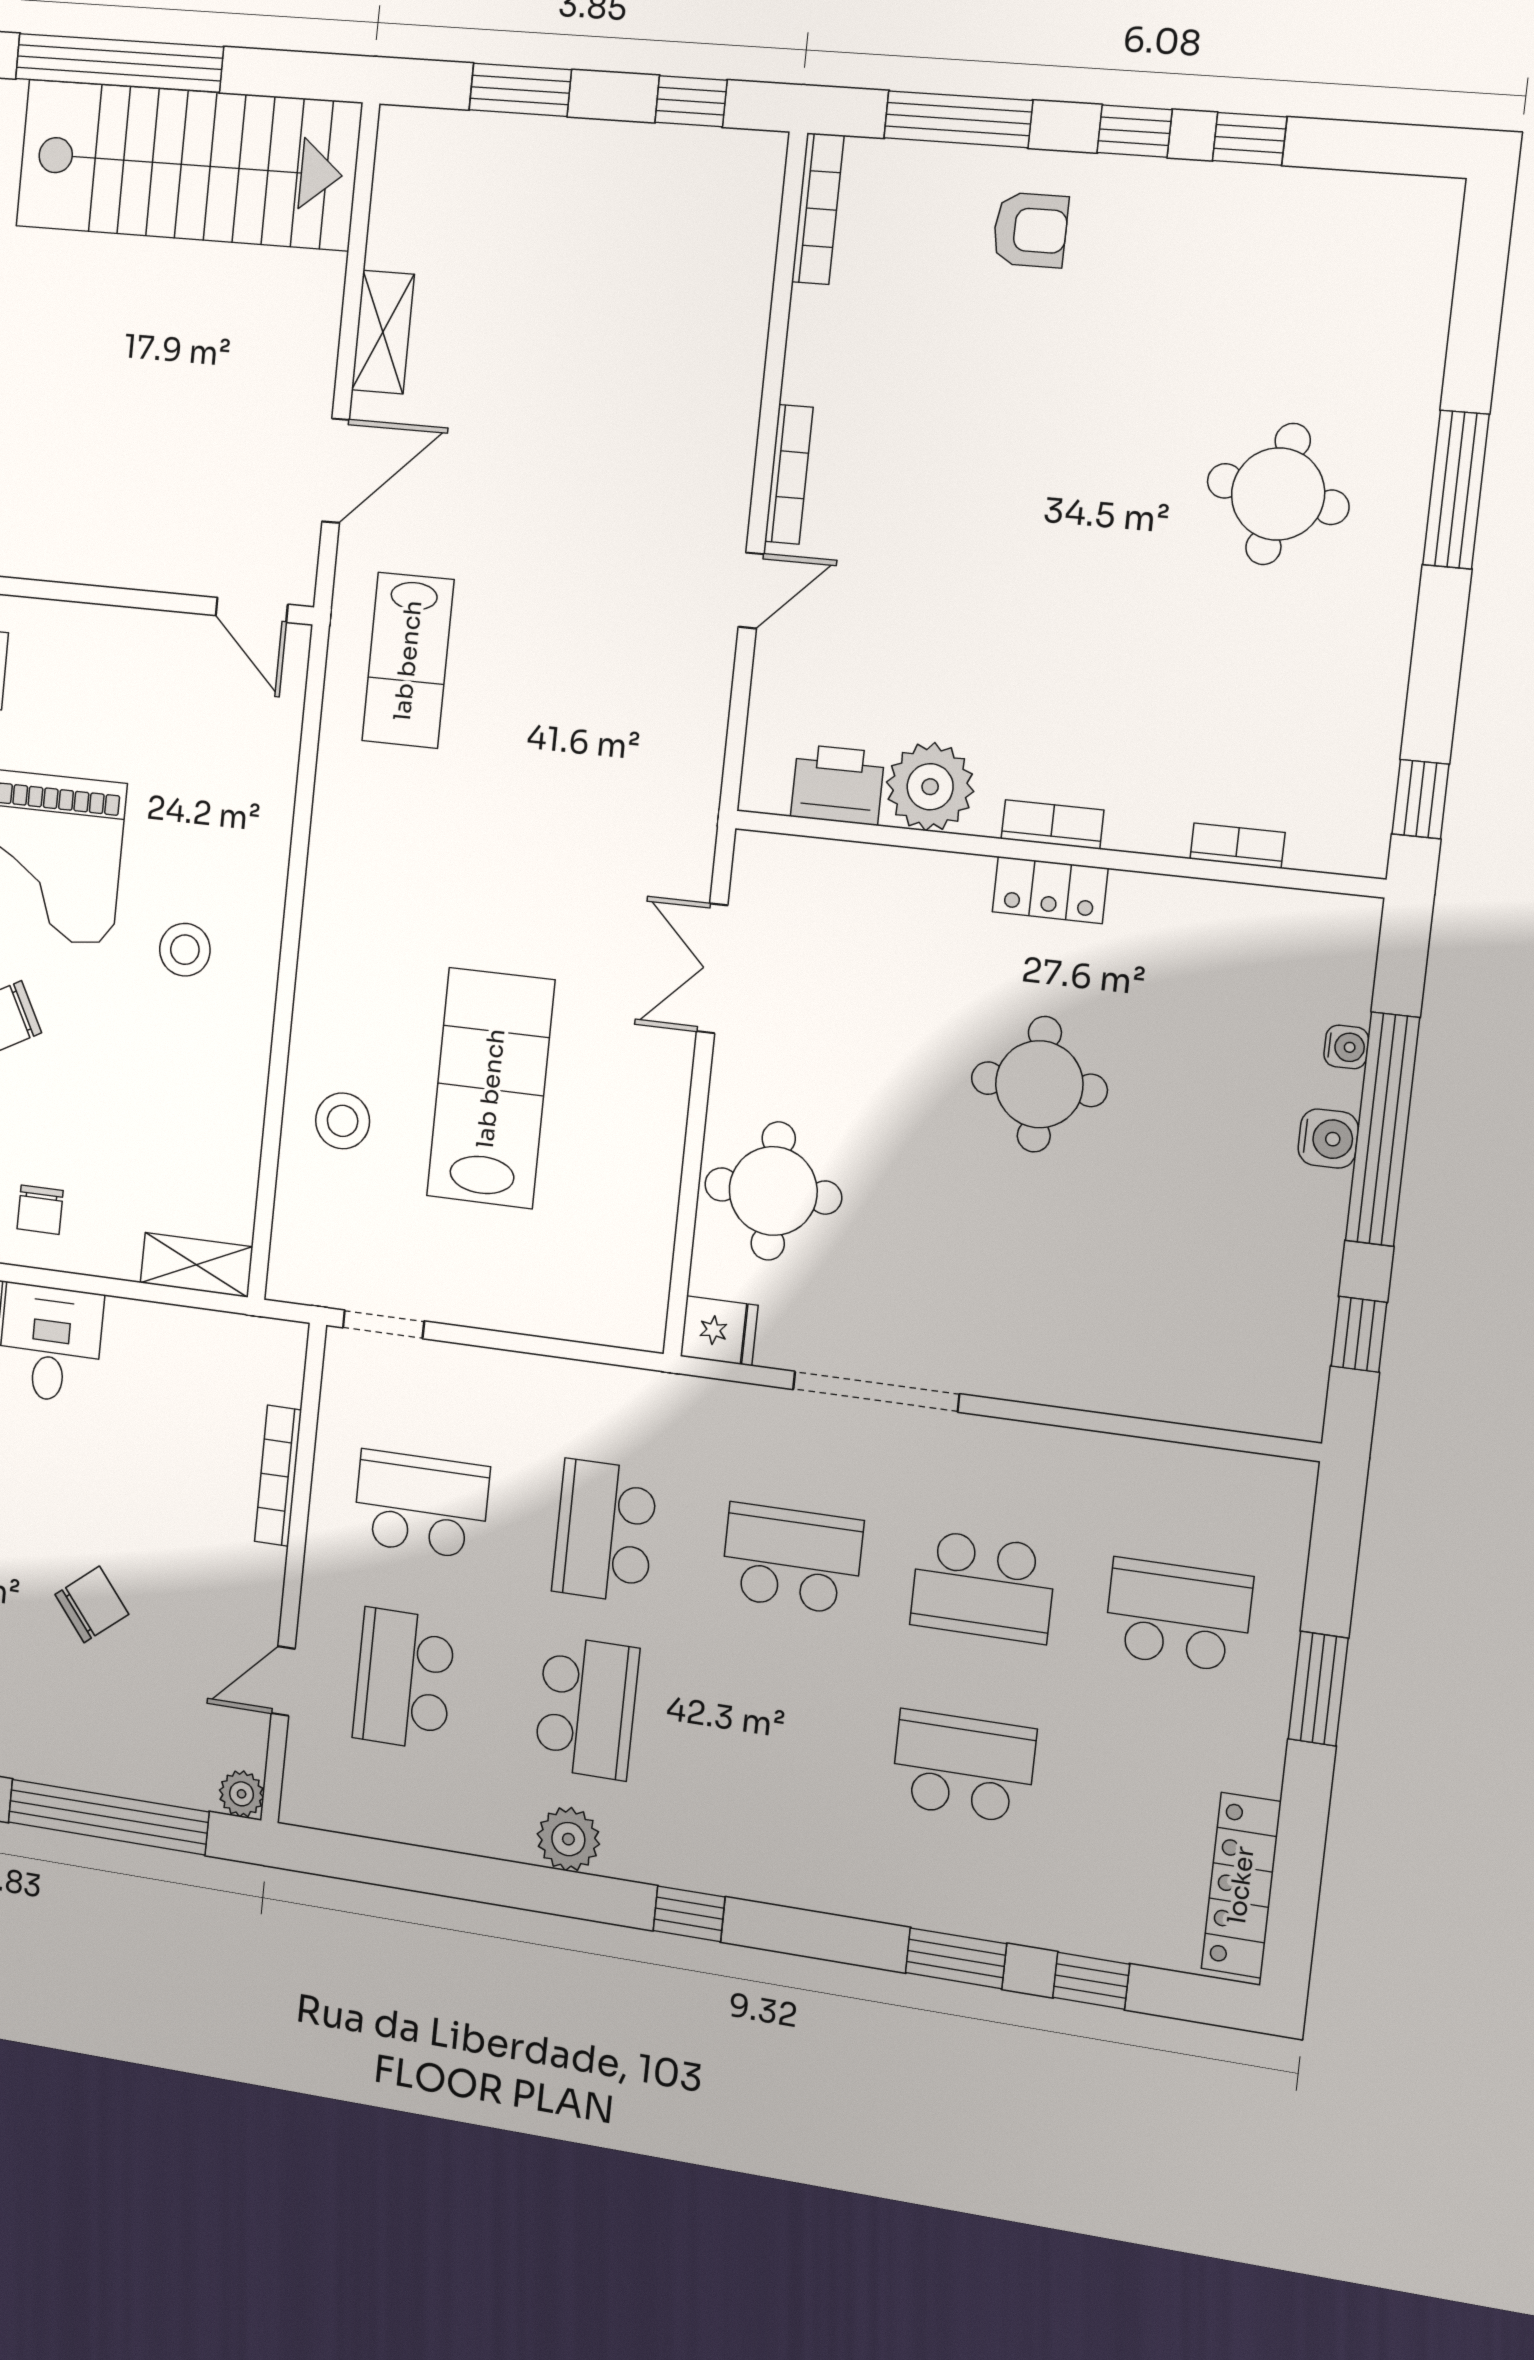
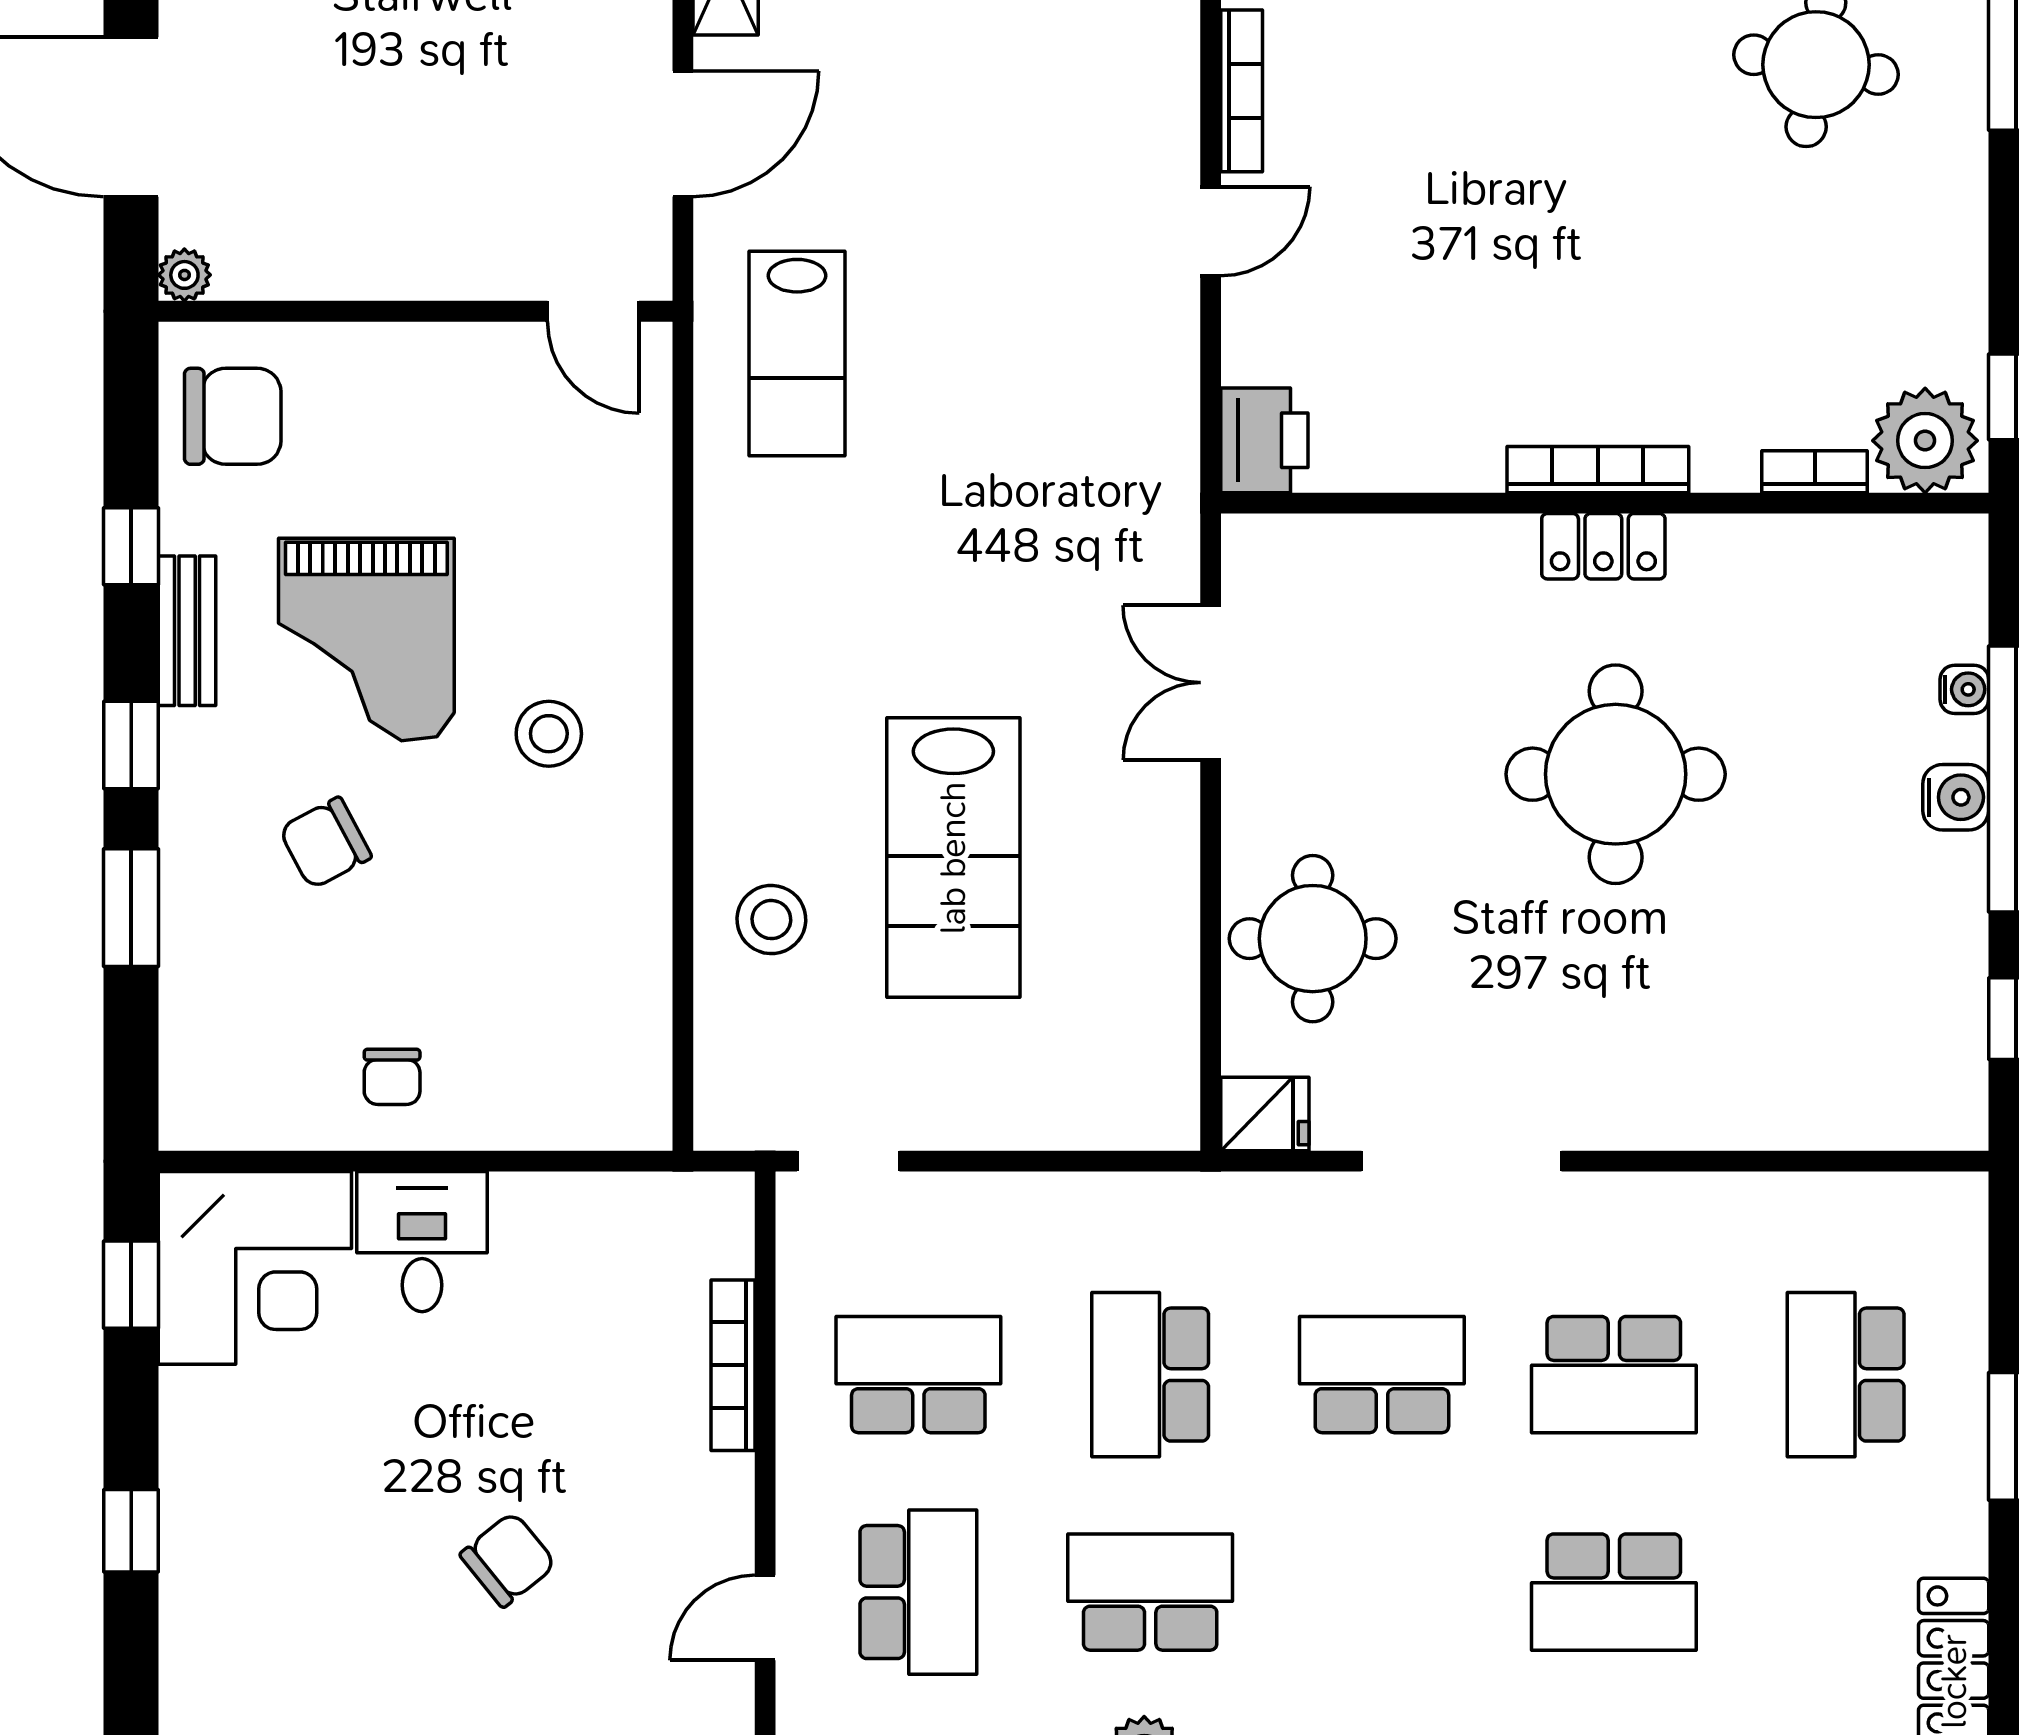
printer: (838, 785) -> (1264, 440), moved, turned 90
plant: (930, 787) -> (1925, 441), moved
bookcase: (1052, 824) -> (1598, 470), width x1.56
round table: (1039, 1084) -> (1616, 774), width x1.36, depth x1.36
lab bench: (491, 1088) -> (953, 858), turned 180
shelving: (196, 1265) -> (602, 1119), removed
school desk: (1178, 1615) -> (1846, 1375), turned -90
school desk: (404, 1679) -> (918, 1592), turned 180
school desk: (587, 1708) -> (1150, 1592), turned -90
school desk: (963, 1767) -> (1614, 1592), turned 180

